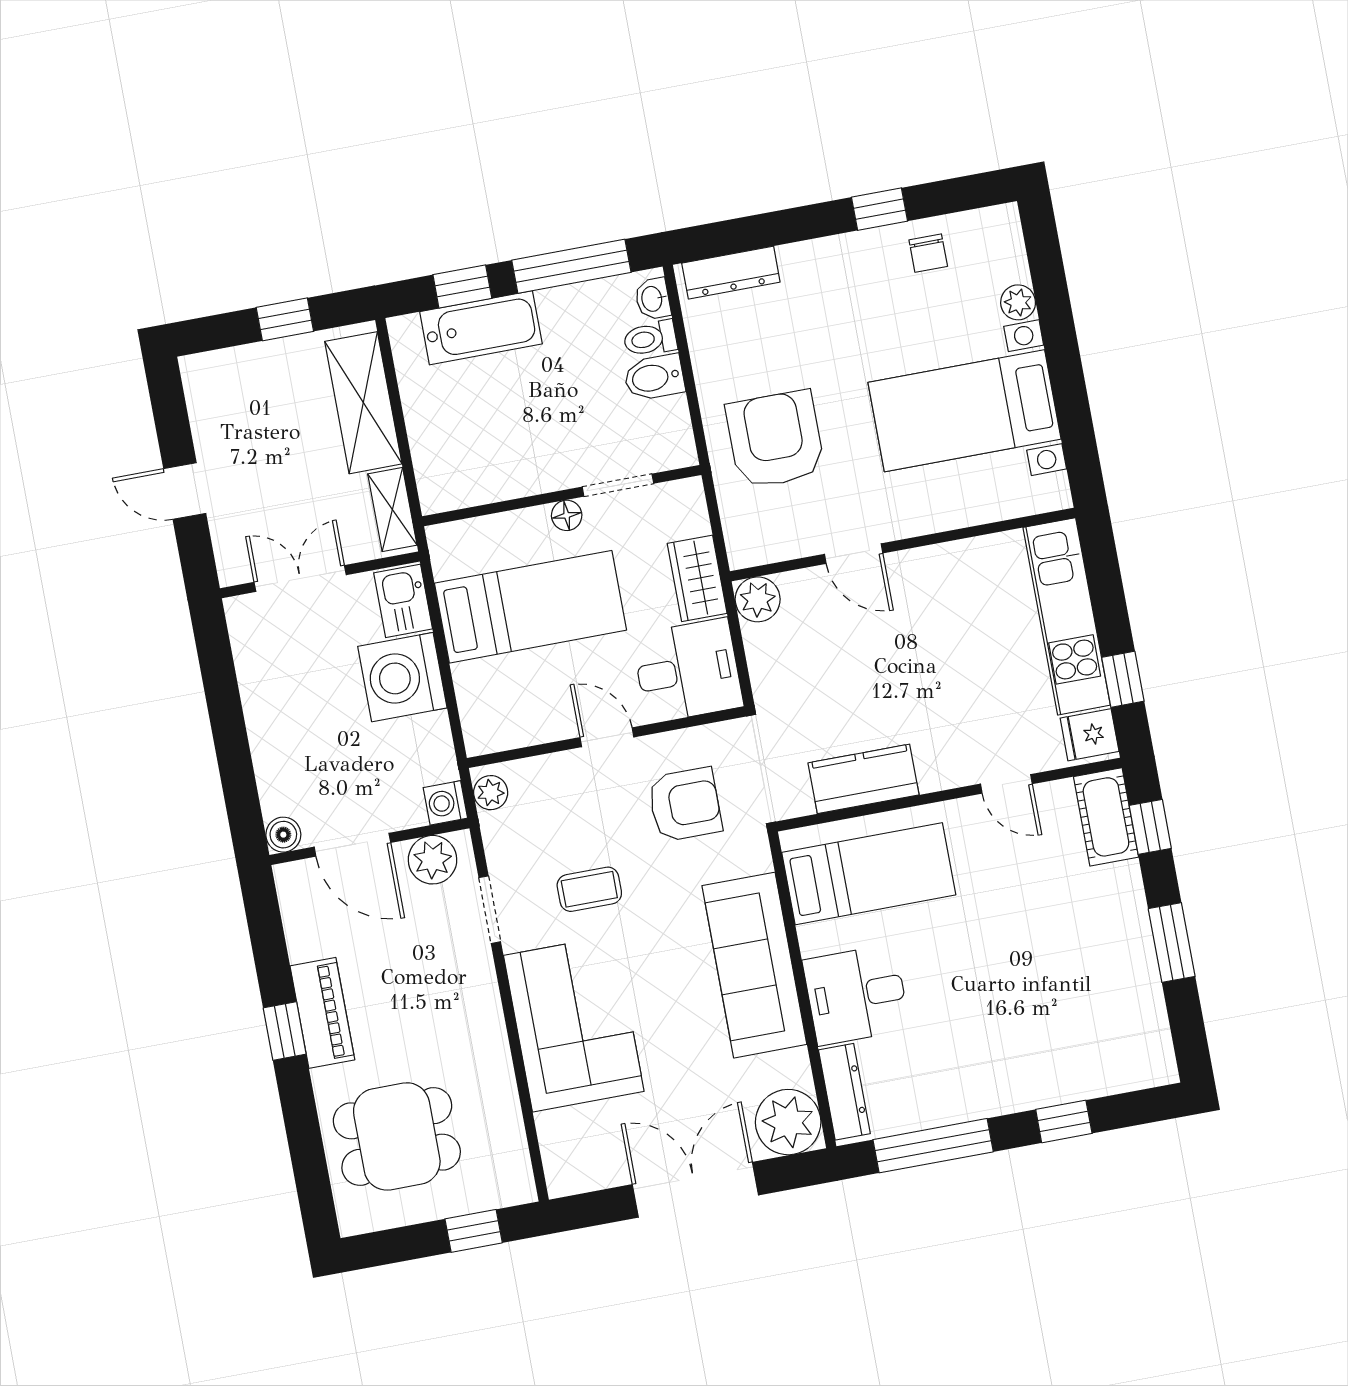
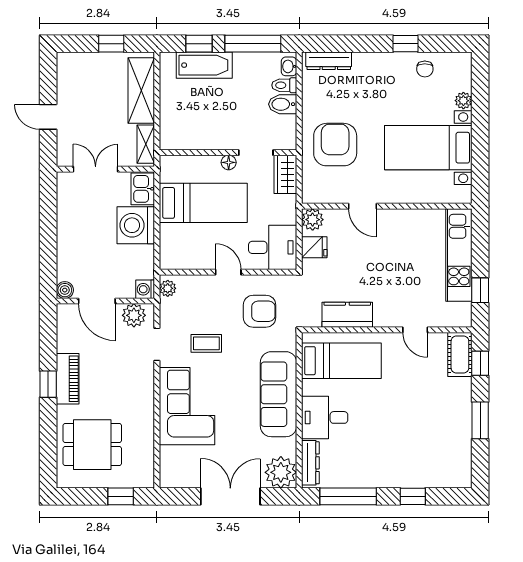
wardrobe: (697, 578) -> (285, 174), moved
fridge: (1090, 735) -> (314, 247), moved, turned 180

